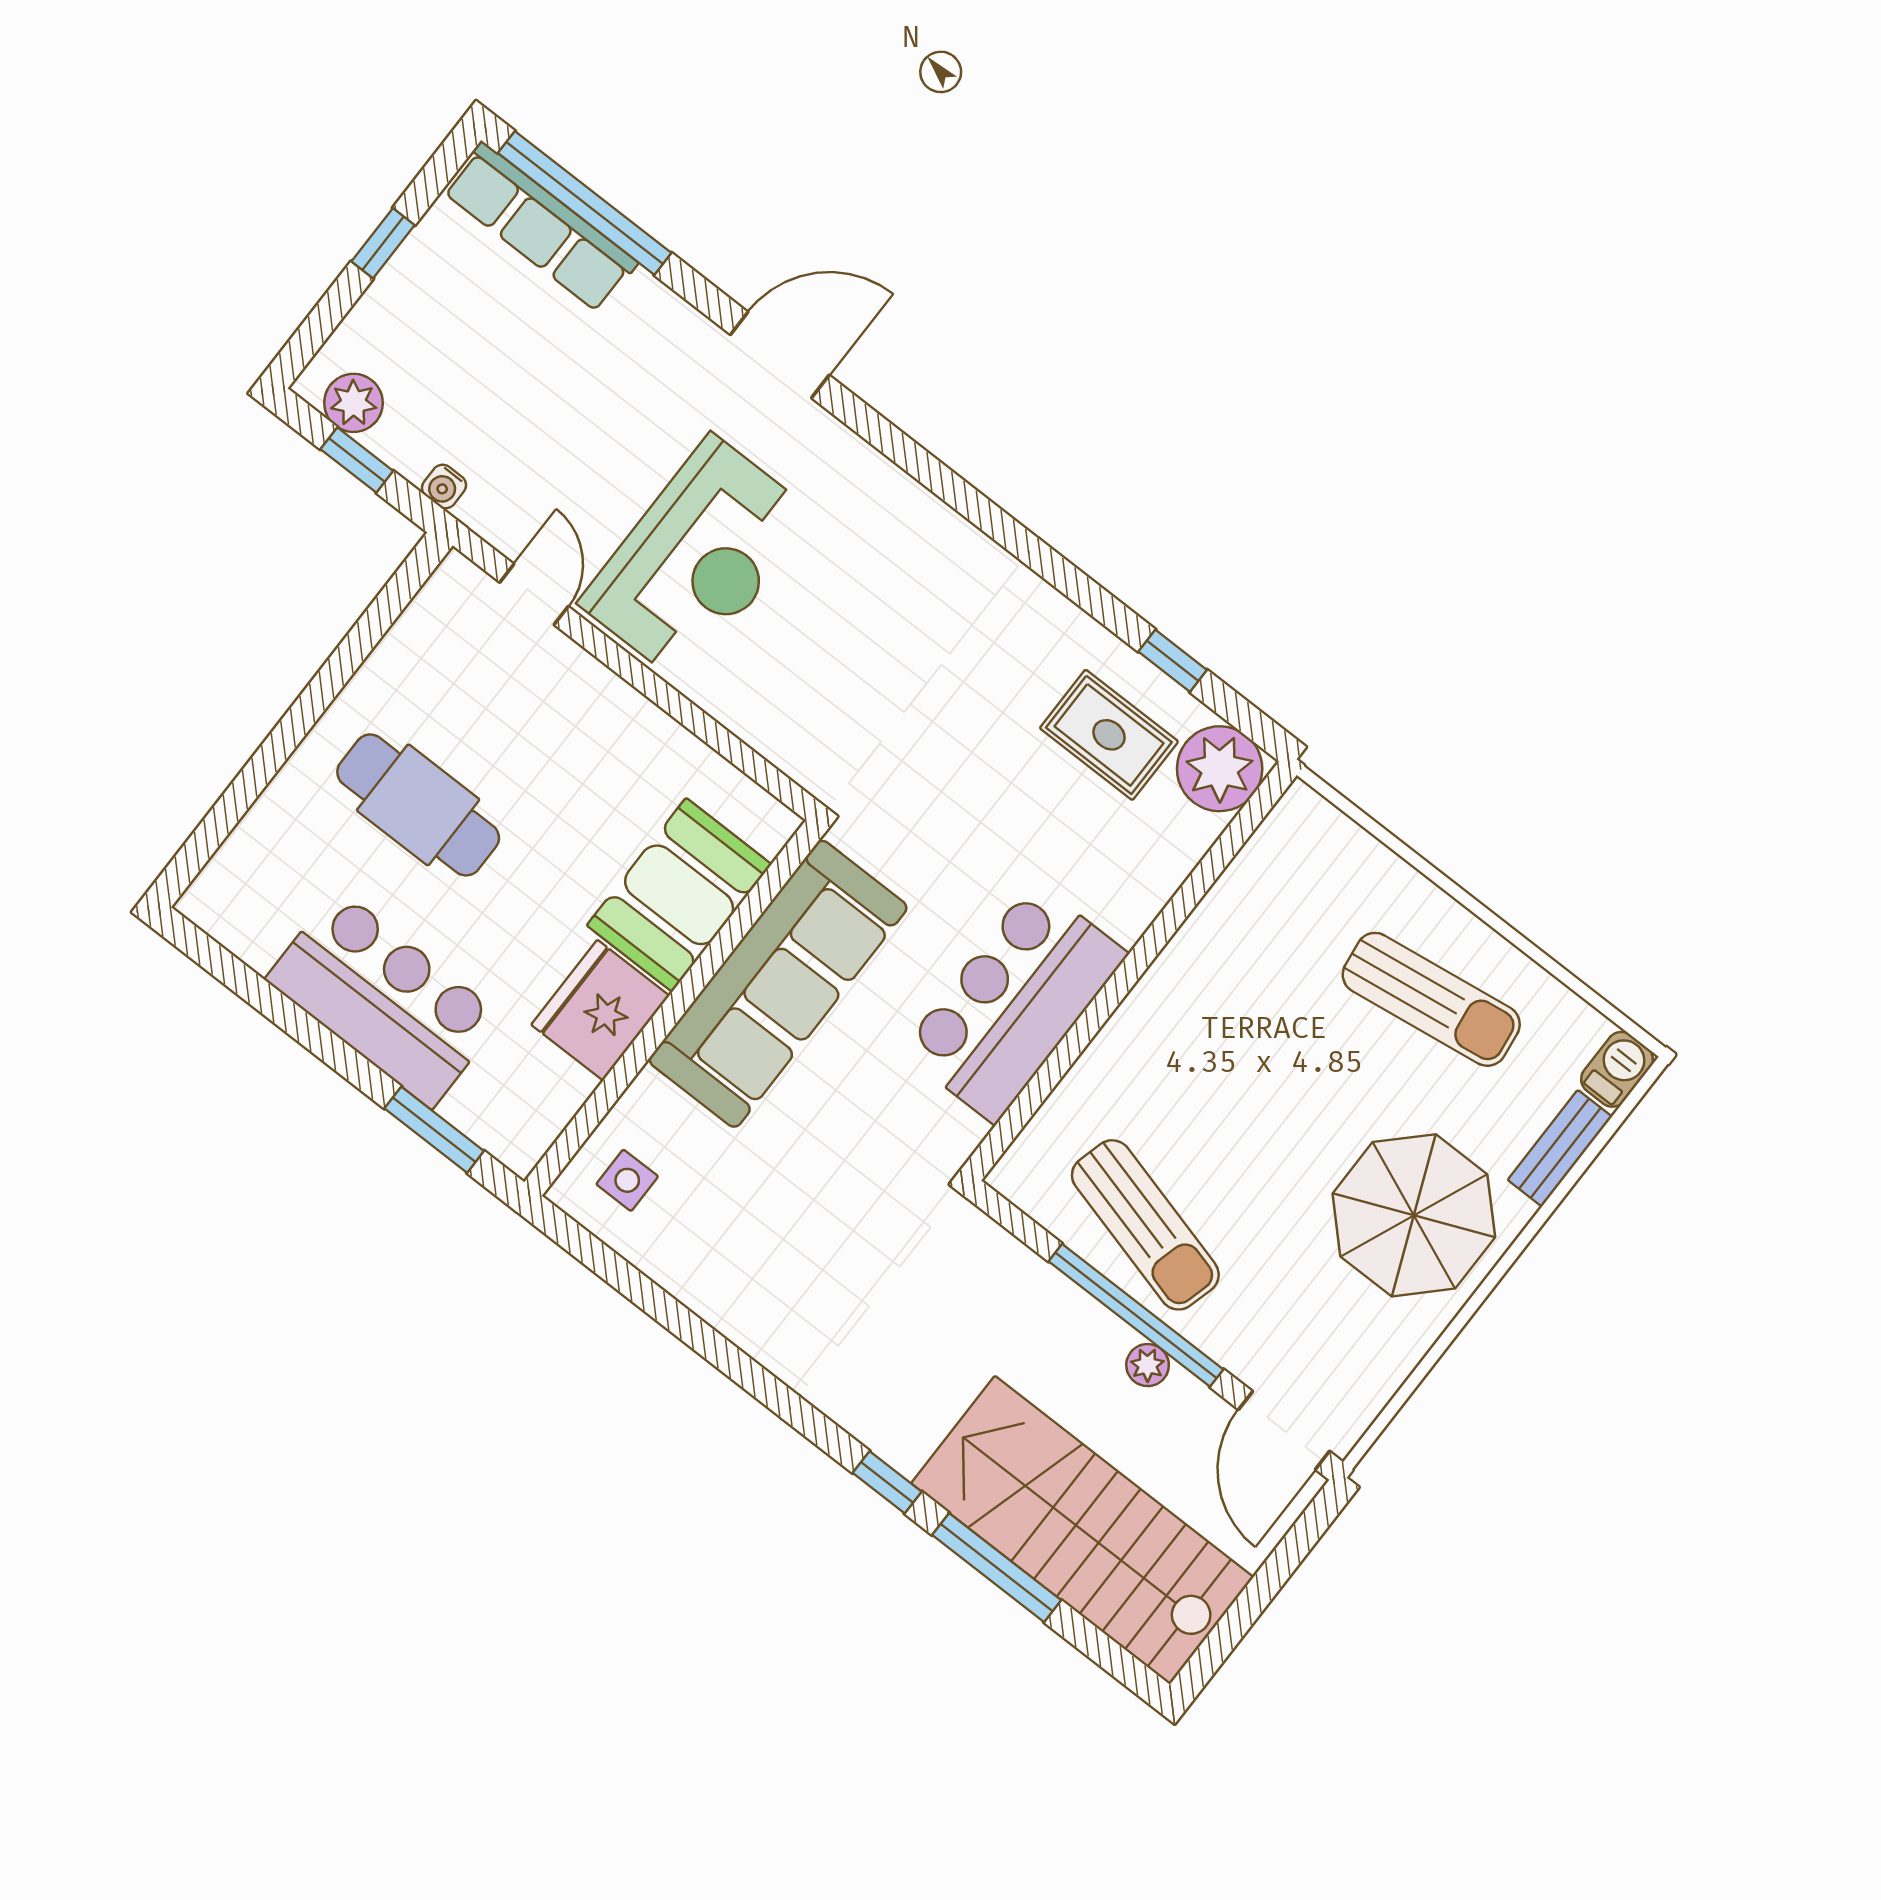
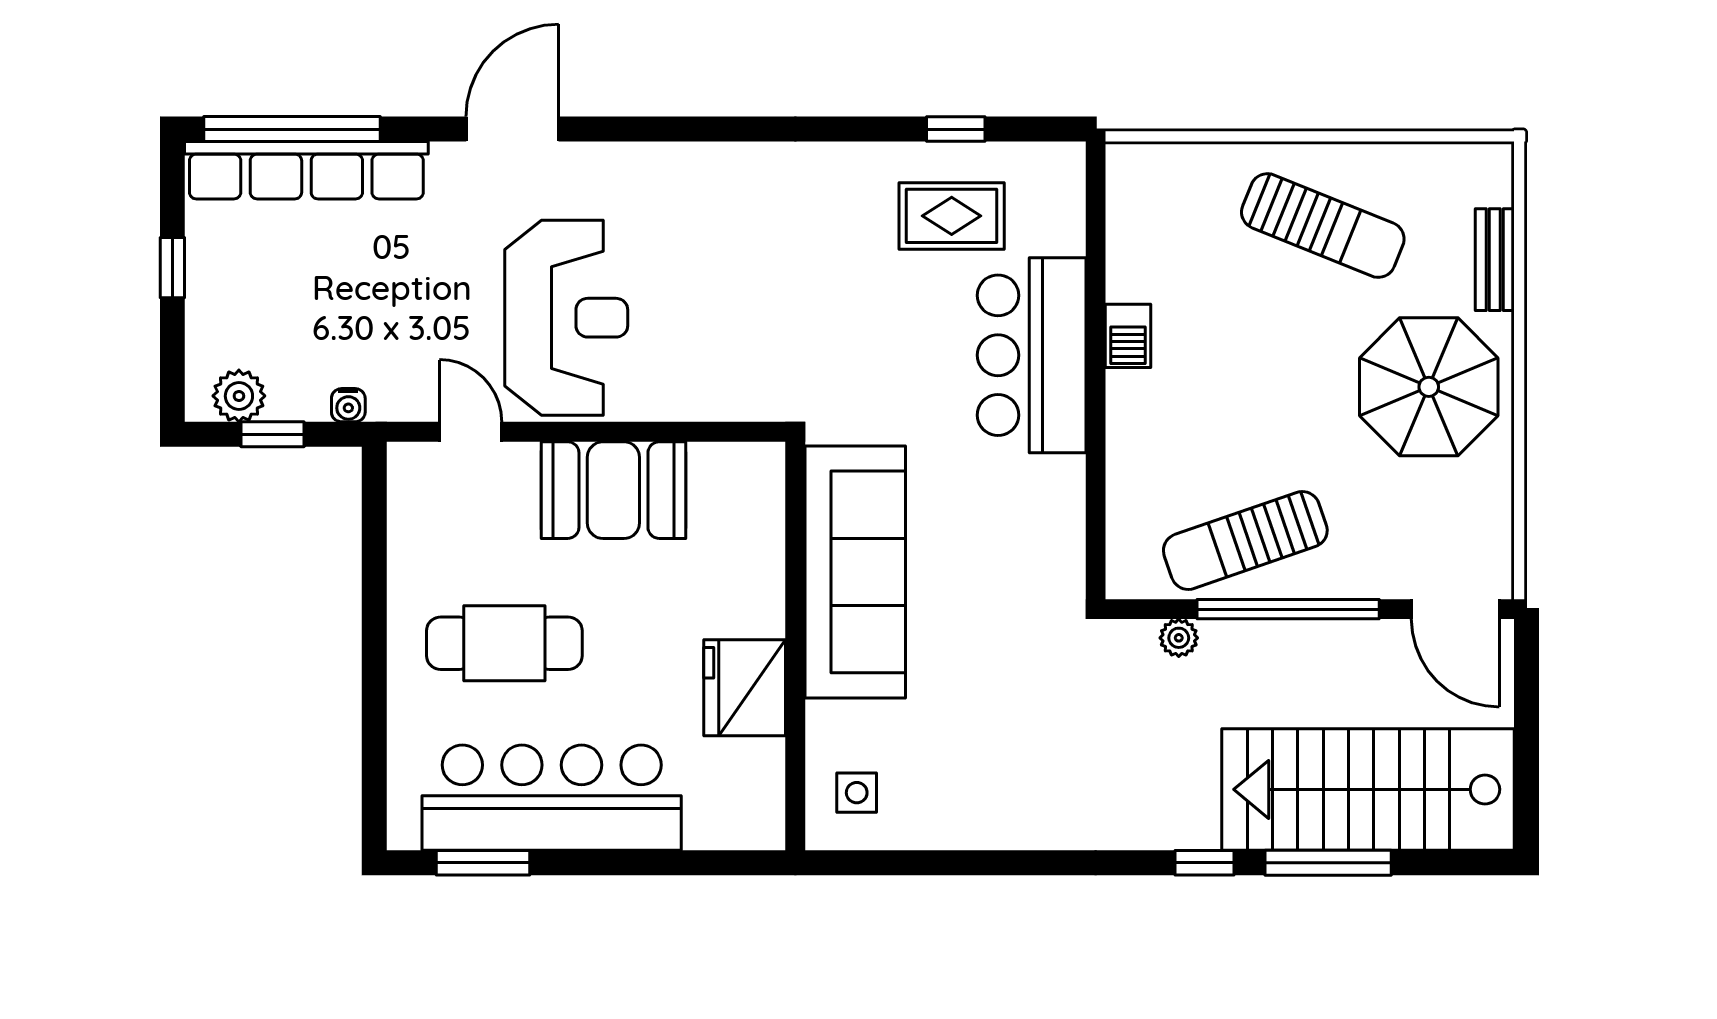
row of seats: (540, 227) -> (306, 170), width x1.36
plant: (1220, 769) -> (1048, 179), removed
booth: (679, 895) -> (613, 490), moved, turned 90
bar counter: (384, 998) -> (552, 798), width x1.36
sun lounger: (1431, 999) -> (1323, 226), turned 30
bar counter: (1014, 1003) -> (1032, 355), moved
barbecue: (1617, 1069) -> (1128, 336), moved, turned 180
window: (434, 1130) -> (483, 863), moved
sun lounger: (1145, 1225) -> (1245, 540), turned 146
plant: (1148, 1365) -> (1179, 638), moved

